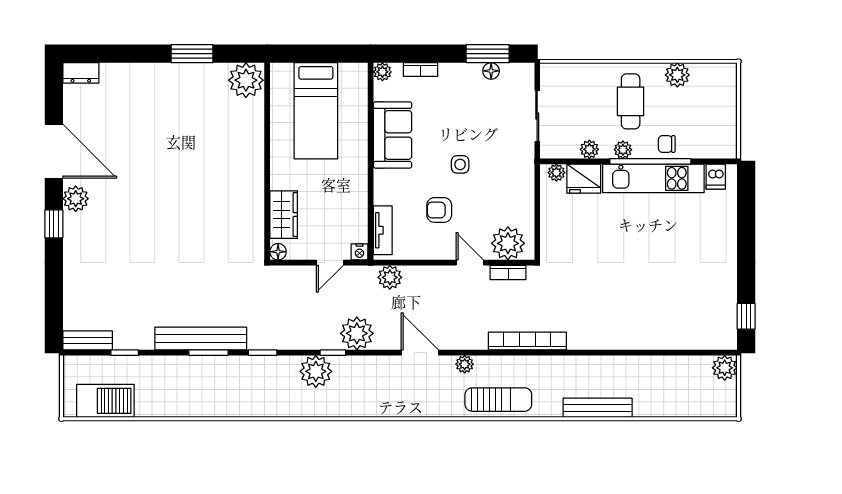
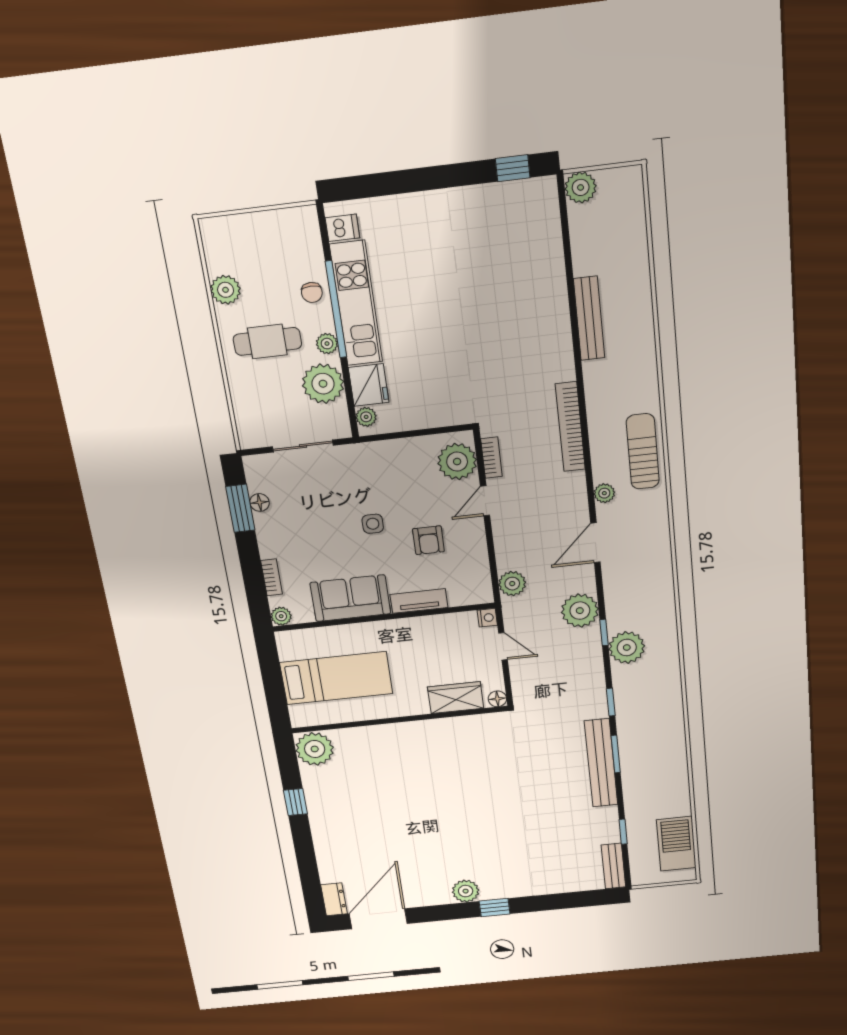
window: (192, 54) -> (296, 802), width x0.67
plant: (589, 149) -> (323, 384), width x1.87, depth x1.87
door: (54, 151) -> (378, 919), moved
tv unit: (383, 230) -> (419, 601), moved
bench: (598, 408) -> (589, 318), moved

